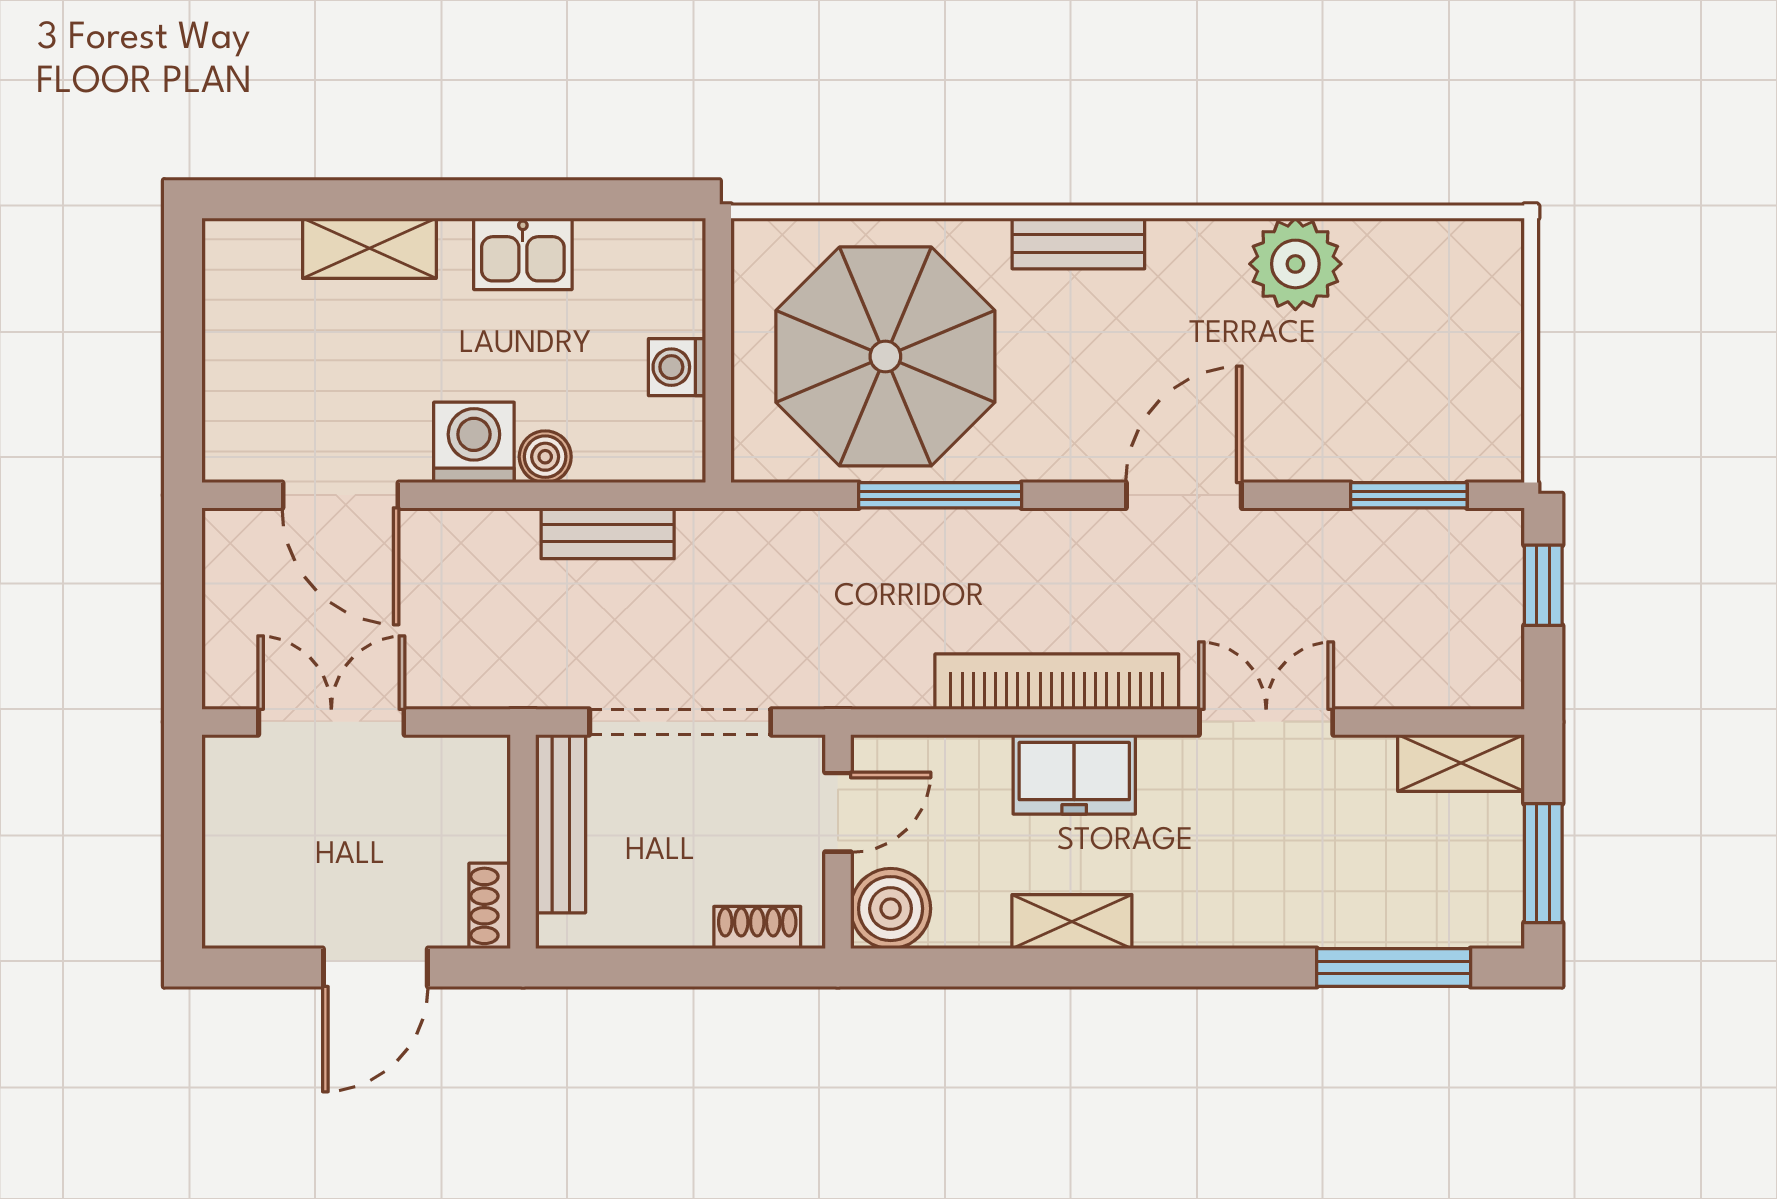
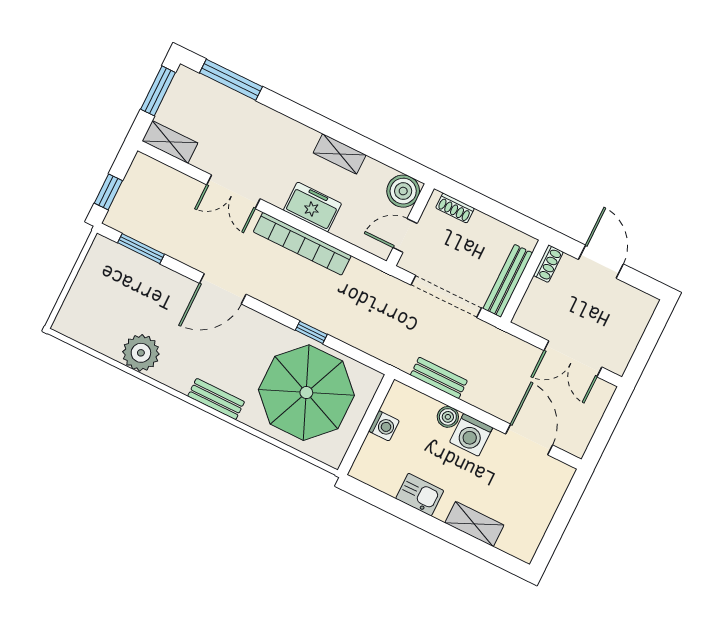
window: (940, 495) -> (311, 332), width x0.46
door: (375, 968) -> (601, 262), hinge flipped

